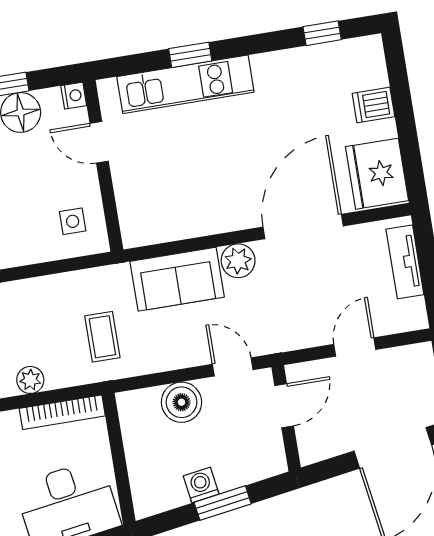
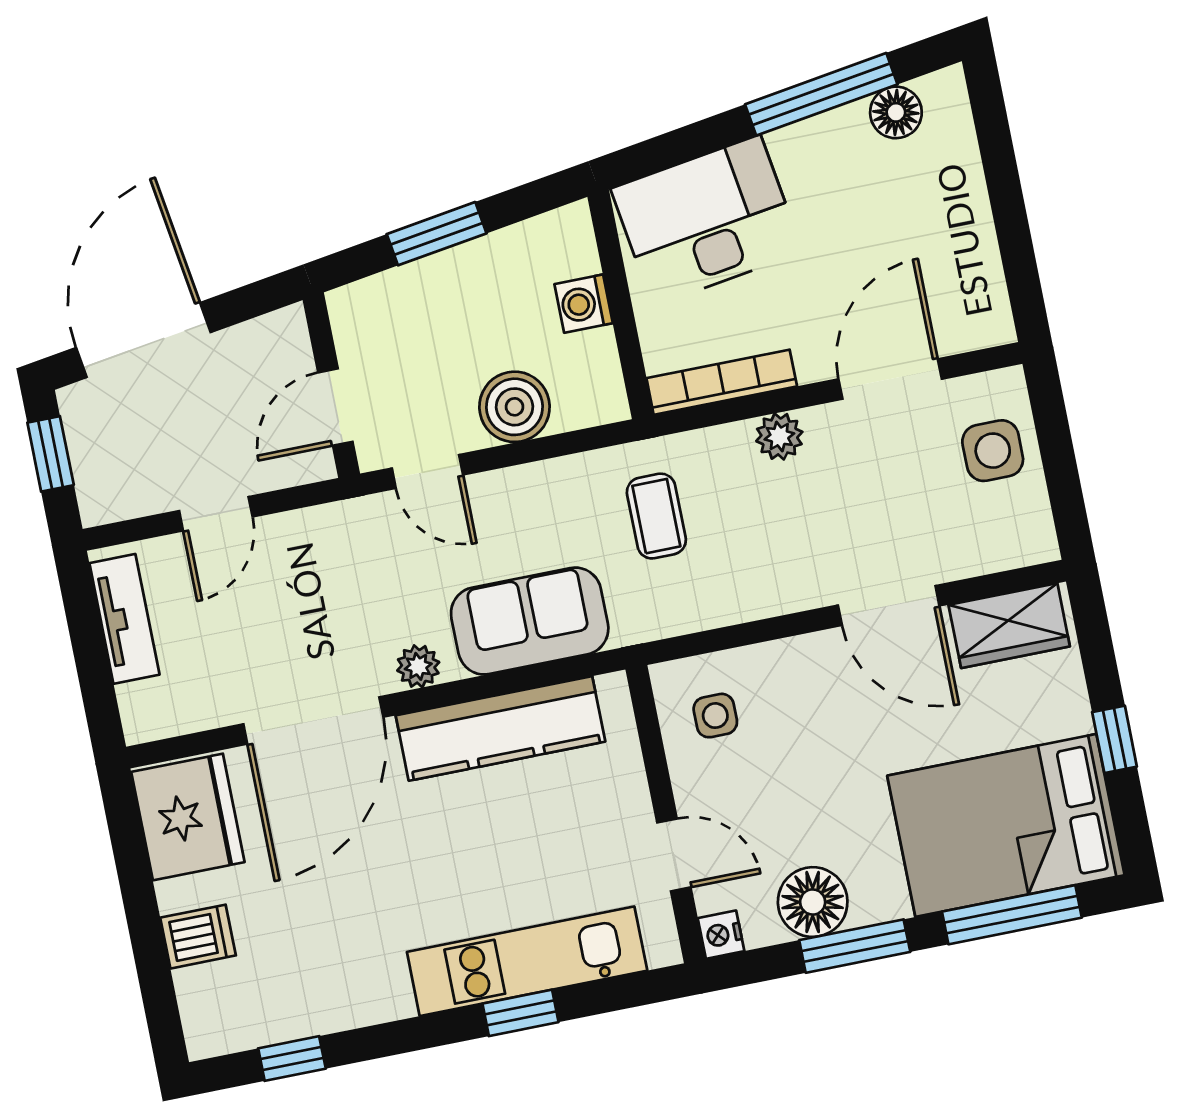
kitchen counter: (196, 218) -> (500, 728), added
plant: (238, 261) -> (418, 666), width x0.73, depth x0.73
tv unit: (405, 262) -> (124, 619), moved
washing machine: (201, 485) -> (584, 304), moved, turned 99

